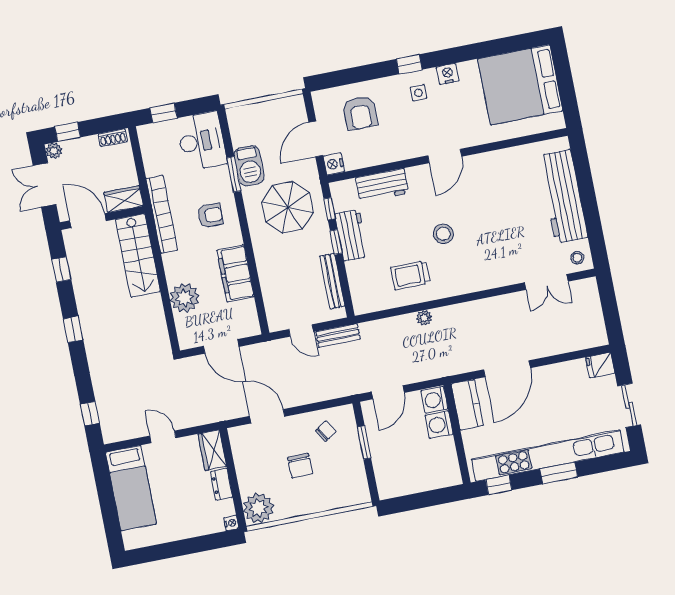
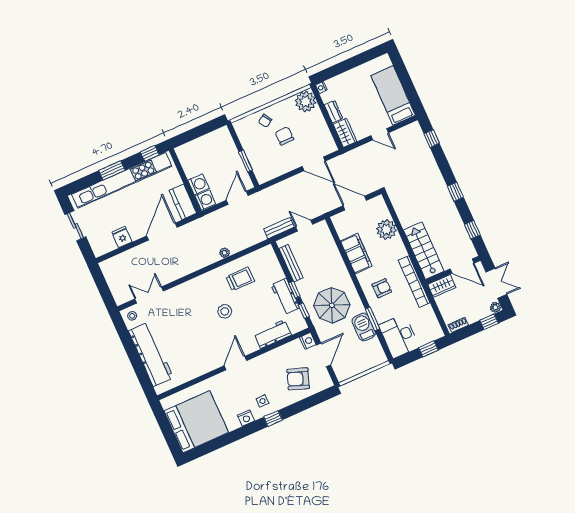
armchair: (360, 113) -> (298, 379), turned -70
armchair: (210, 216) -> (382, 288), turned 180
fridge: (600, 365) -> (122, 237), moved, turned -90
chair: (326, 431) -> (265, 121), moved

